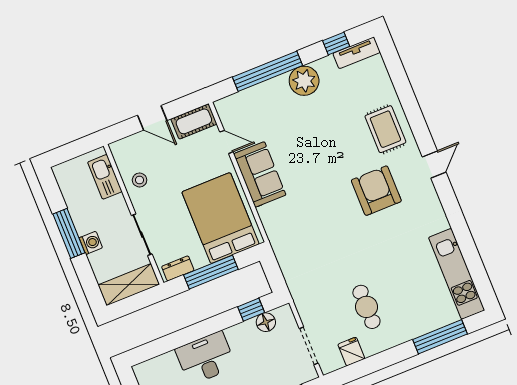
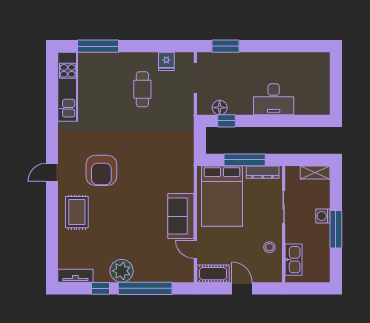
window: (336, 44) -> (100, 288), moved
dresser: (178, 268) -> (263, 172), width x1.44
shelving: (129, 285) -> (315, 172), width x0.67, depth x0.75

